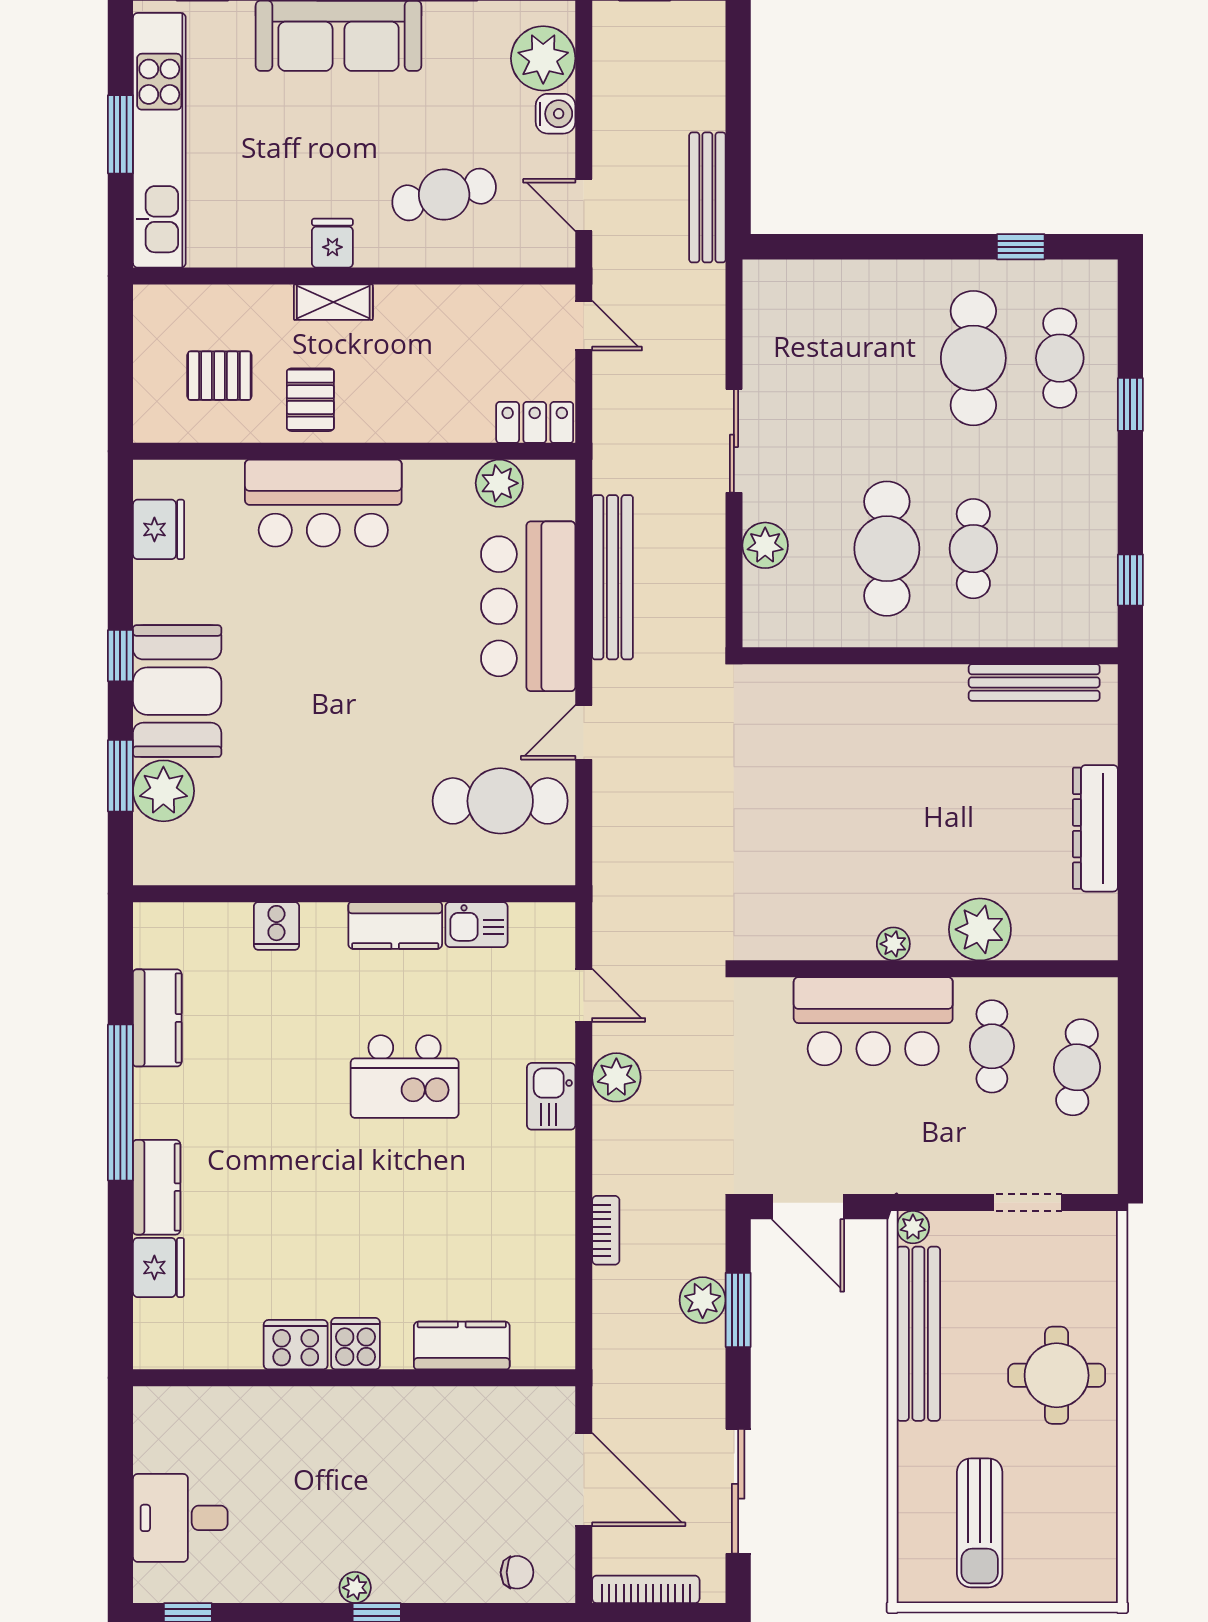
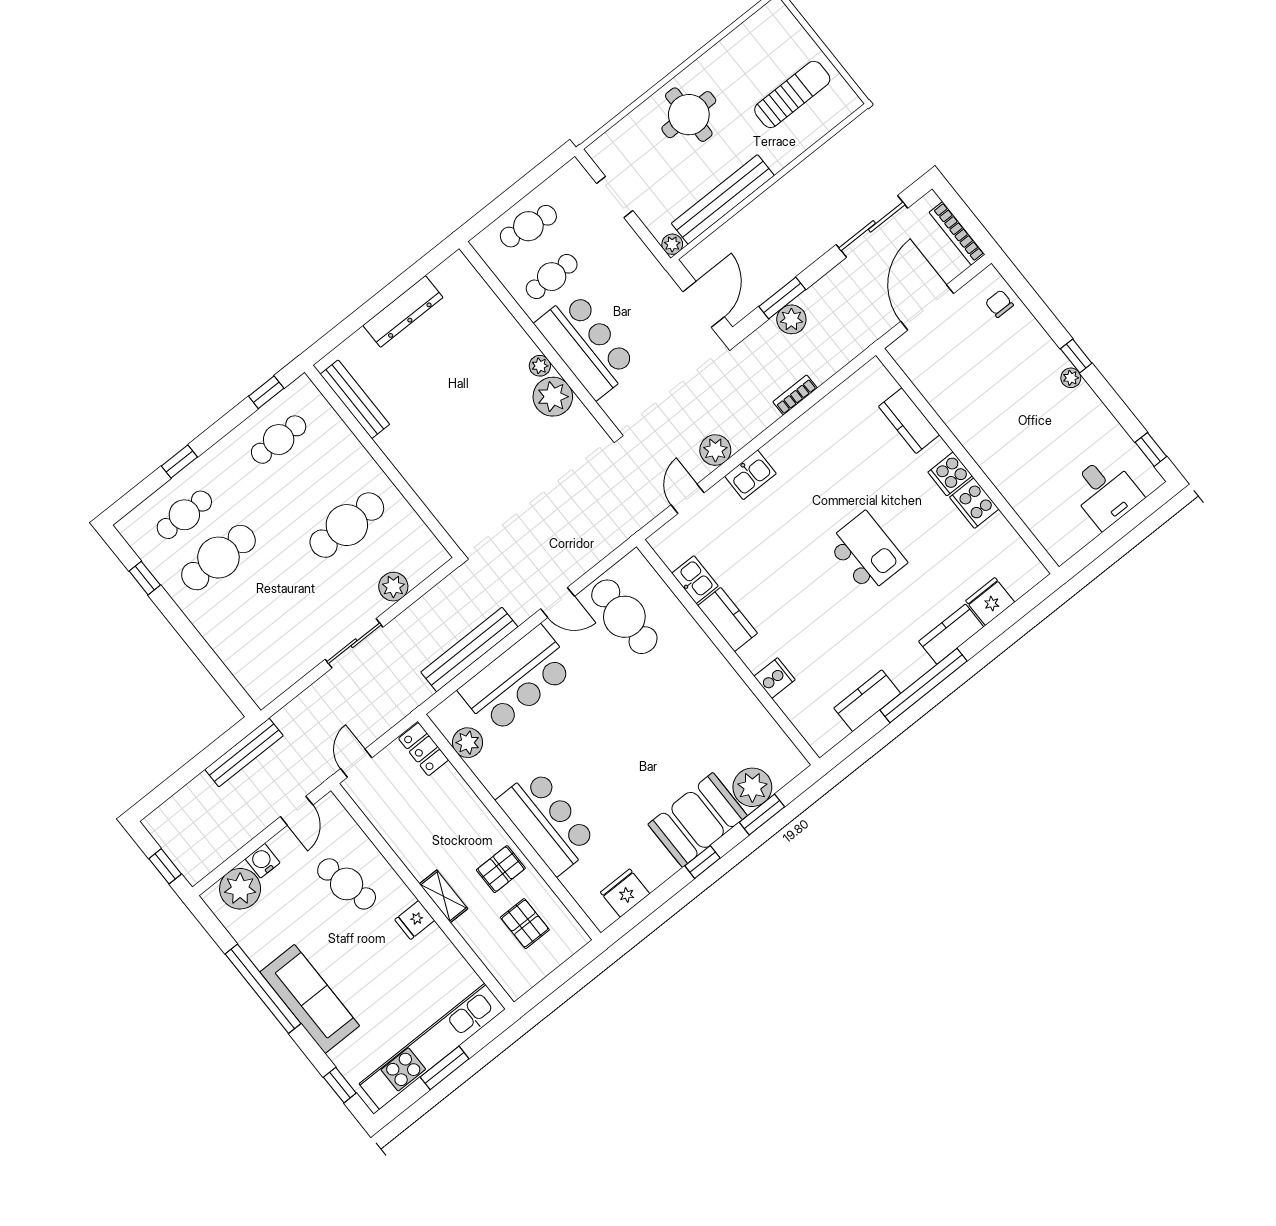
cafe table: (973, 549) -> (279, 440), moved
plant: (980, 929) -> (553, 397), moved
kitchen island: (405, 1077) -> (866, 552), moved

